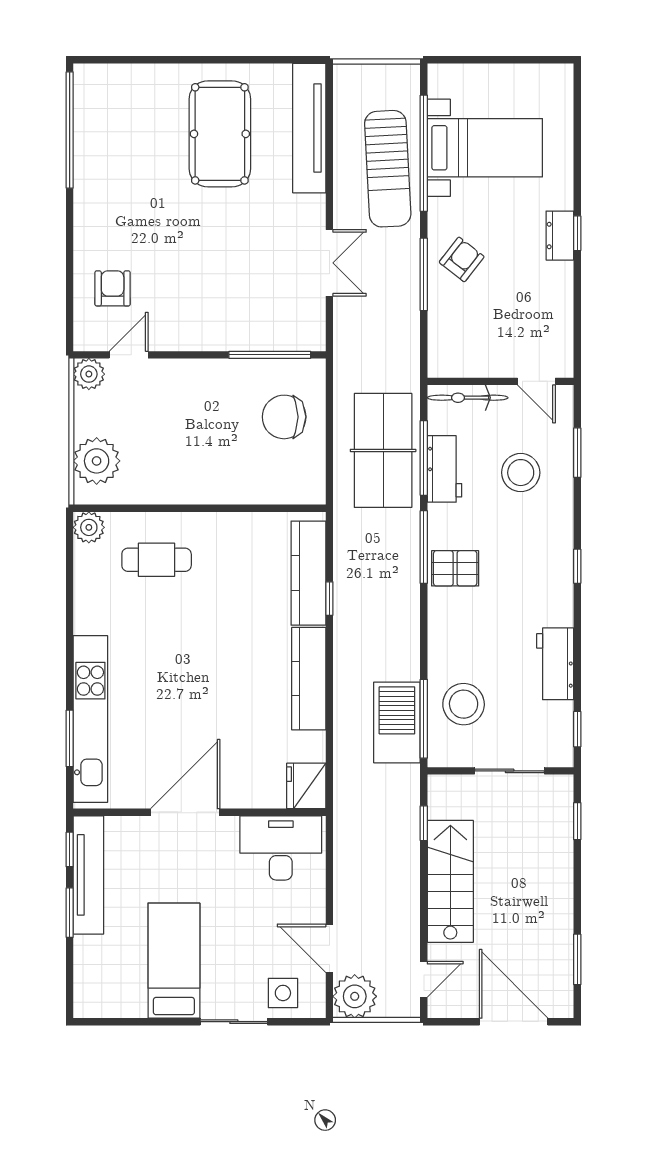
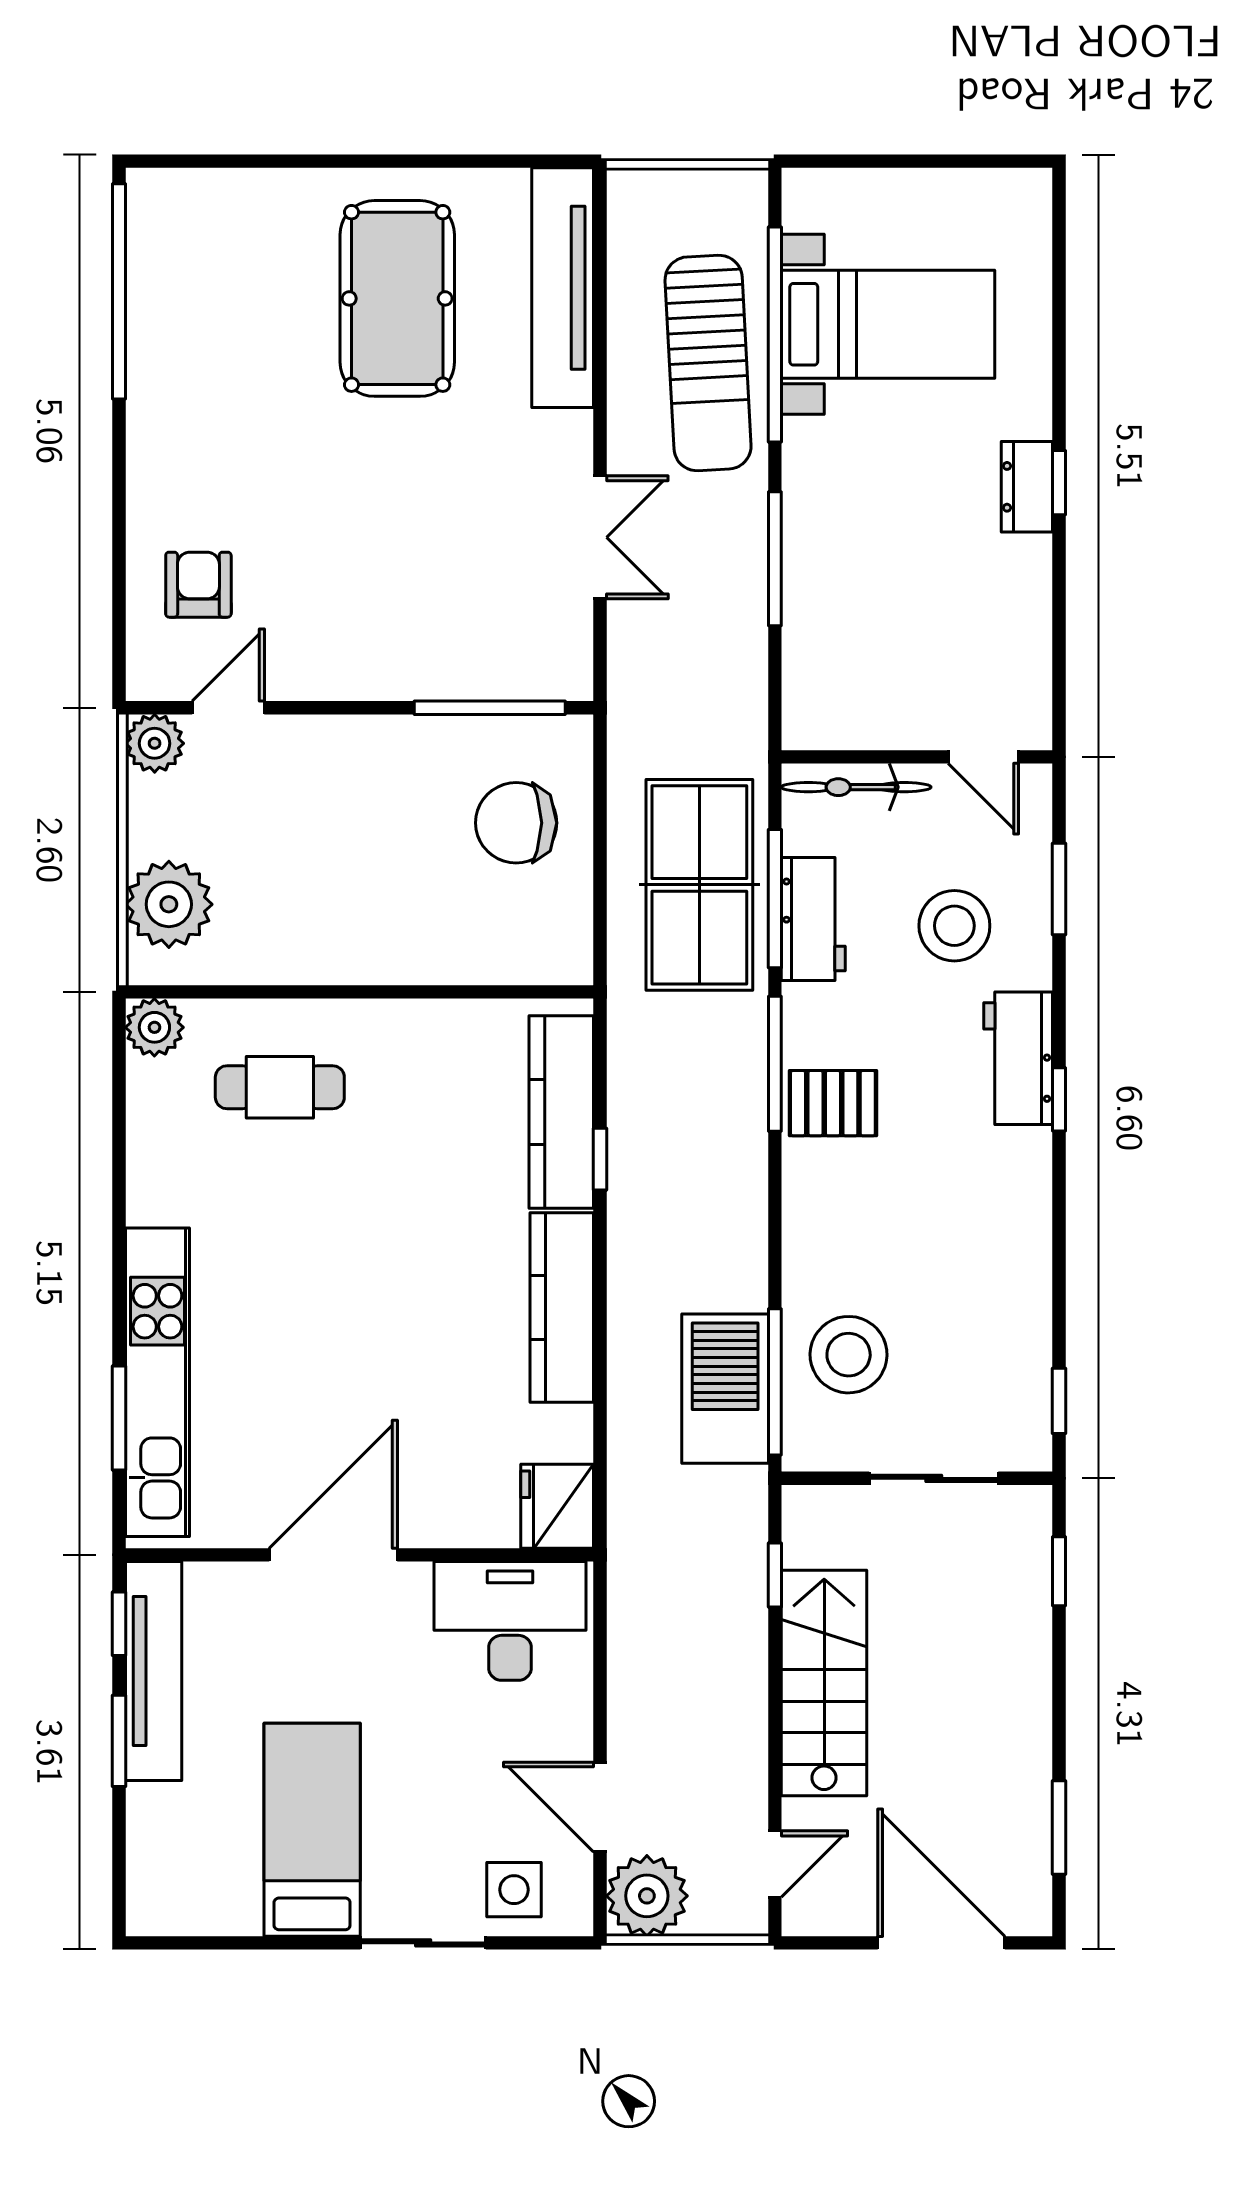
armchair: (462, 259) -> (845, 531), removed
workbench: (555, 664) -> (1018, 1058), moved

